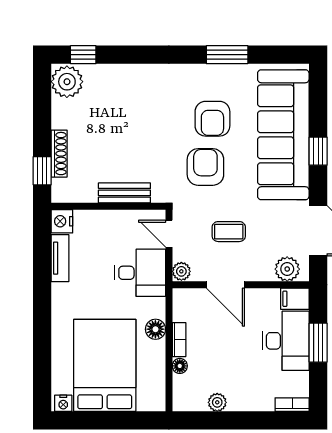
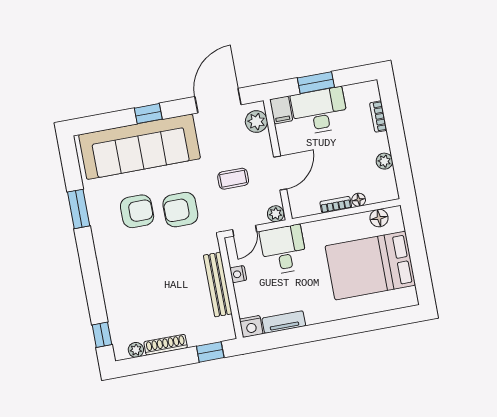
plant: (67, 82) -> (136, 350), width x0.53, depth x0.53
shoe rack: (59, 154) -> (166, 345), moved
bench: (124, 193) -> (218, 285), width x1.36
coffee table: (229, 232) -> (233, 179), turned 90
floor lamp: (155, 329) -> (379, 218), moved
nightstand: (63, 403) -> (238, 274), moved, turned 180
bookcase: (292, 405) -> (378, 117), moved

